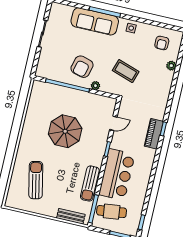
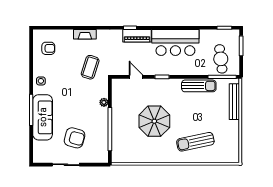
plant: (171, 66) -> (68, 34), removed
armchair: (82, 67) -> (75, 138), moved
coffee table: (126, 71) -> (90, 67), moved
fireplace: (167, 82) -> (85, 34), added
bar counter: (117, 175) -> (175, 43), moved, turned 180
sun lounger: (36, 180) -> (195, 142), moved
bench: (71, 216) -> (234, 102), width x1.36

